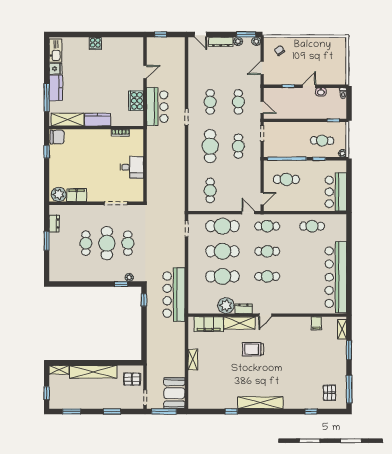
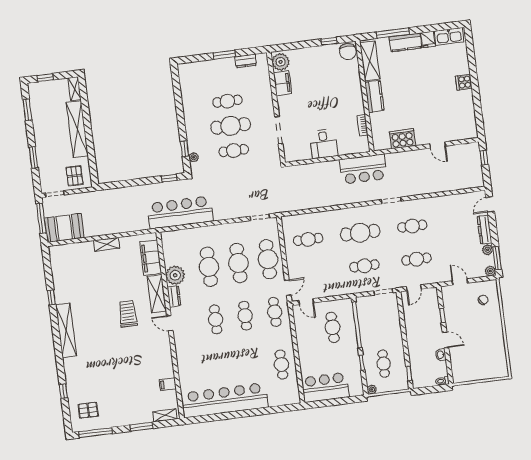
bar counter: (157, 107) -> (363, 169), moved

